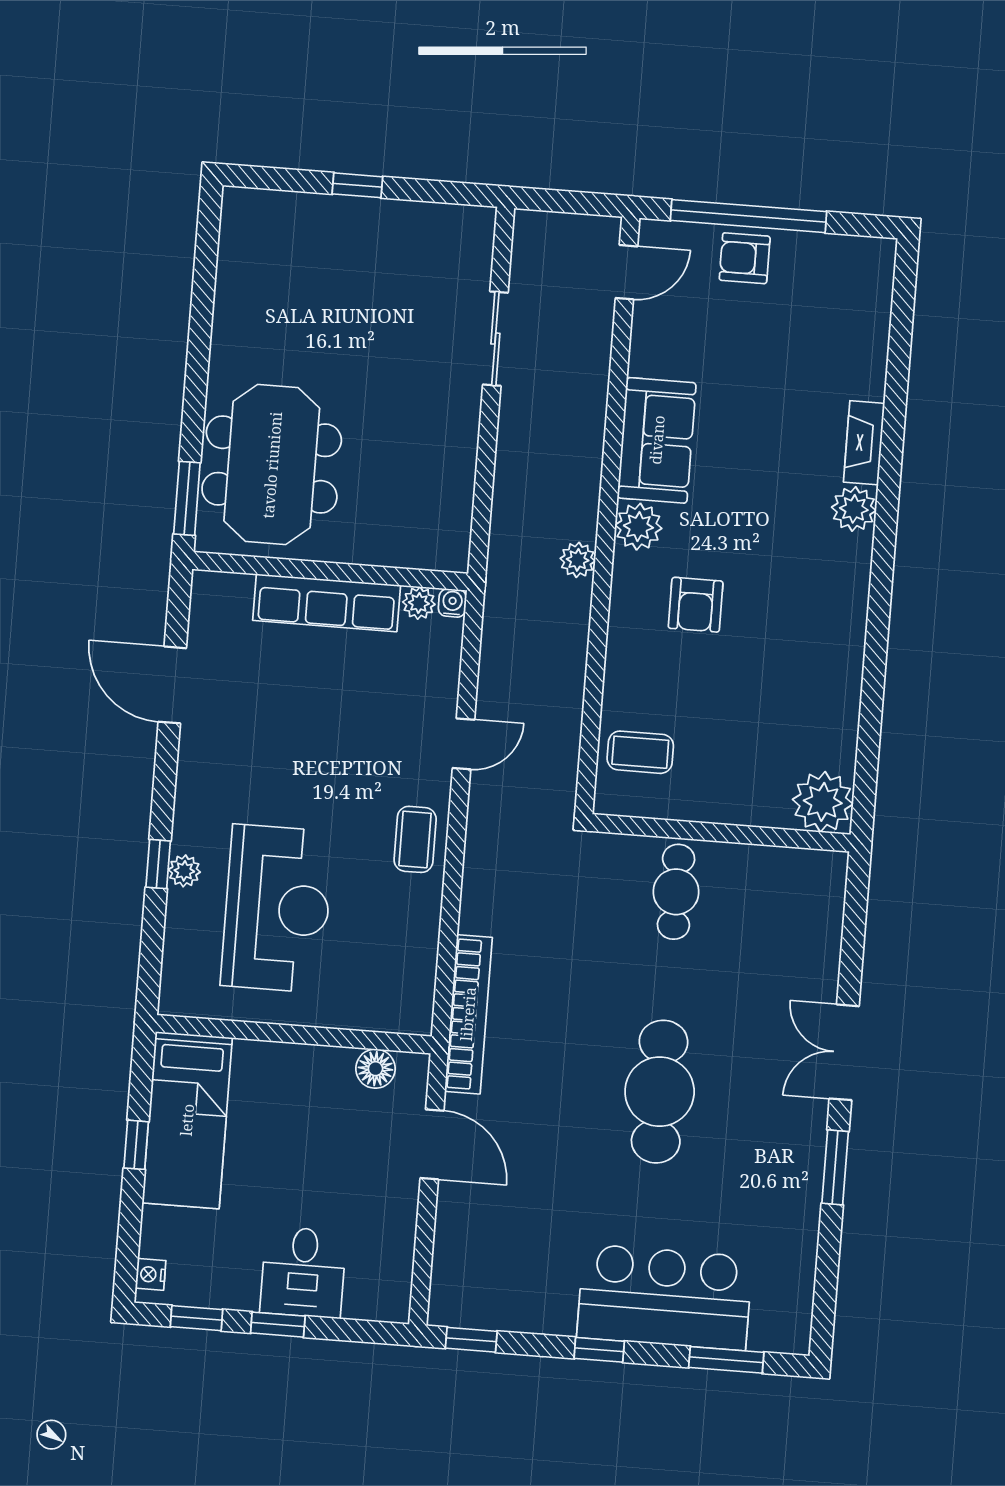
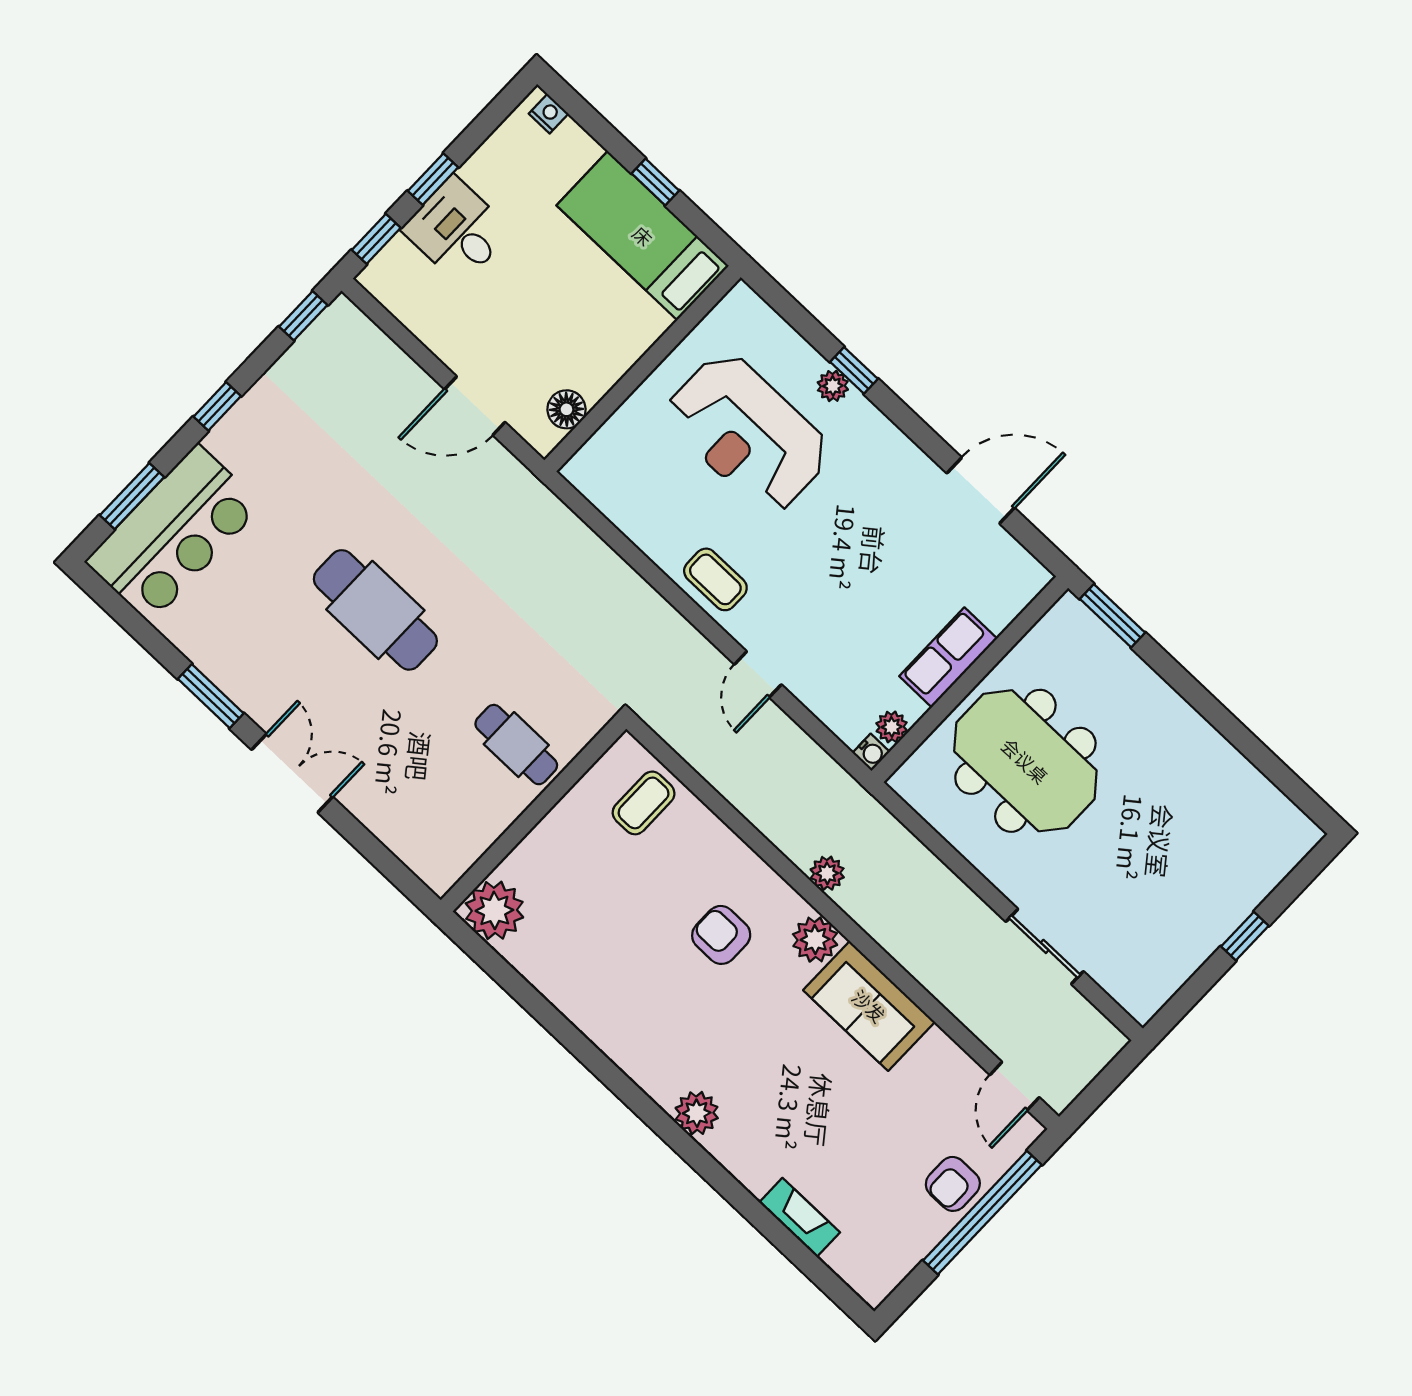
armchair: (745, 258) -> (953, 1184), turned 180
fireplace: (864, 443) -> (800, 1217), moved
meeting table: (272, 465) -> (1025, 761), moved
row of seats: (327, 603) -> (948, 657), width x0.68
bookcase: (468, 1014) -> (551, 513), removed
bar counter: (665, 1297) -> (174, 533), moved
window: (197, 1318) -> (376, 239), moved

